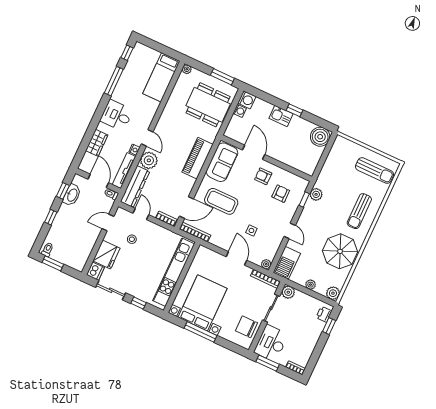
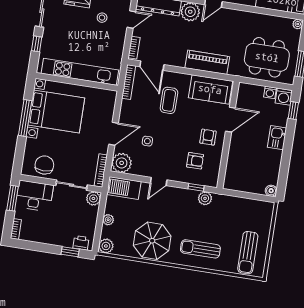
dining table: (208, 105) -> (267, 57), turned 90
window: (294, 110) -> (293, 110), moved
boiler: (320, 137) -> (271, 191), width x0.54, depth x0.54
coffee table: (221, 201) -> (169, 100), width x0.73, depth x0.76
plant: (266, 264) -> (122, 163), width x1.88, depth x1.88

